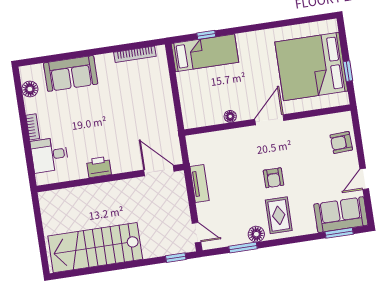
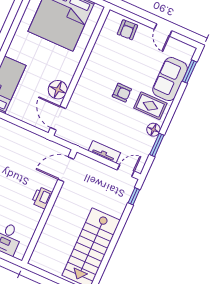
floor lamp: (230, 116) -> (58, 90), width x1.89, depth x1.89
door: (269, 120) -> (58, 118), moved
printer: (99, 167) -> (42, 198), moved
tv unit: (199, 183) -> (104, 152), moved
sofa: (341, 215) -> (170, 79), moved

